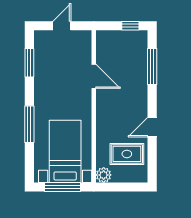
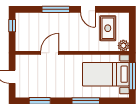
window: (152, 67) -> (56, 9), moved

